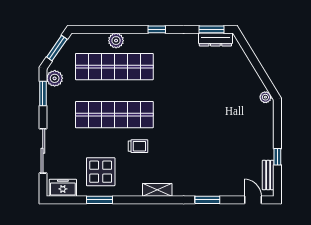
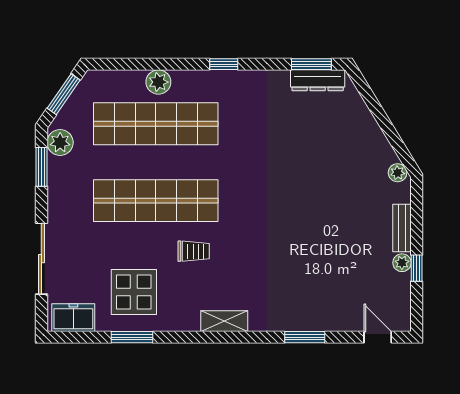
plant: (268, 153) -> (402, 263), added
bench: (268, 175) -> (402, 228), moved

